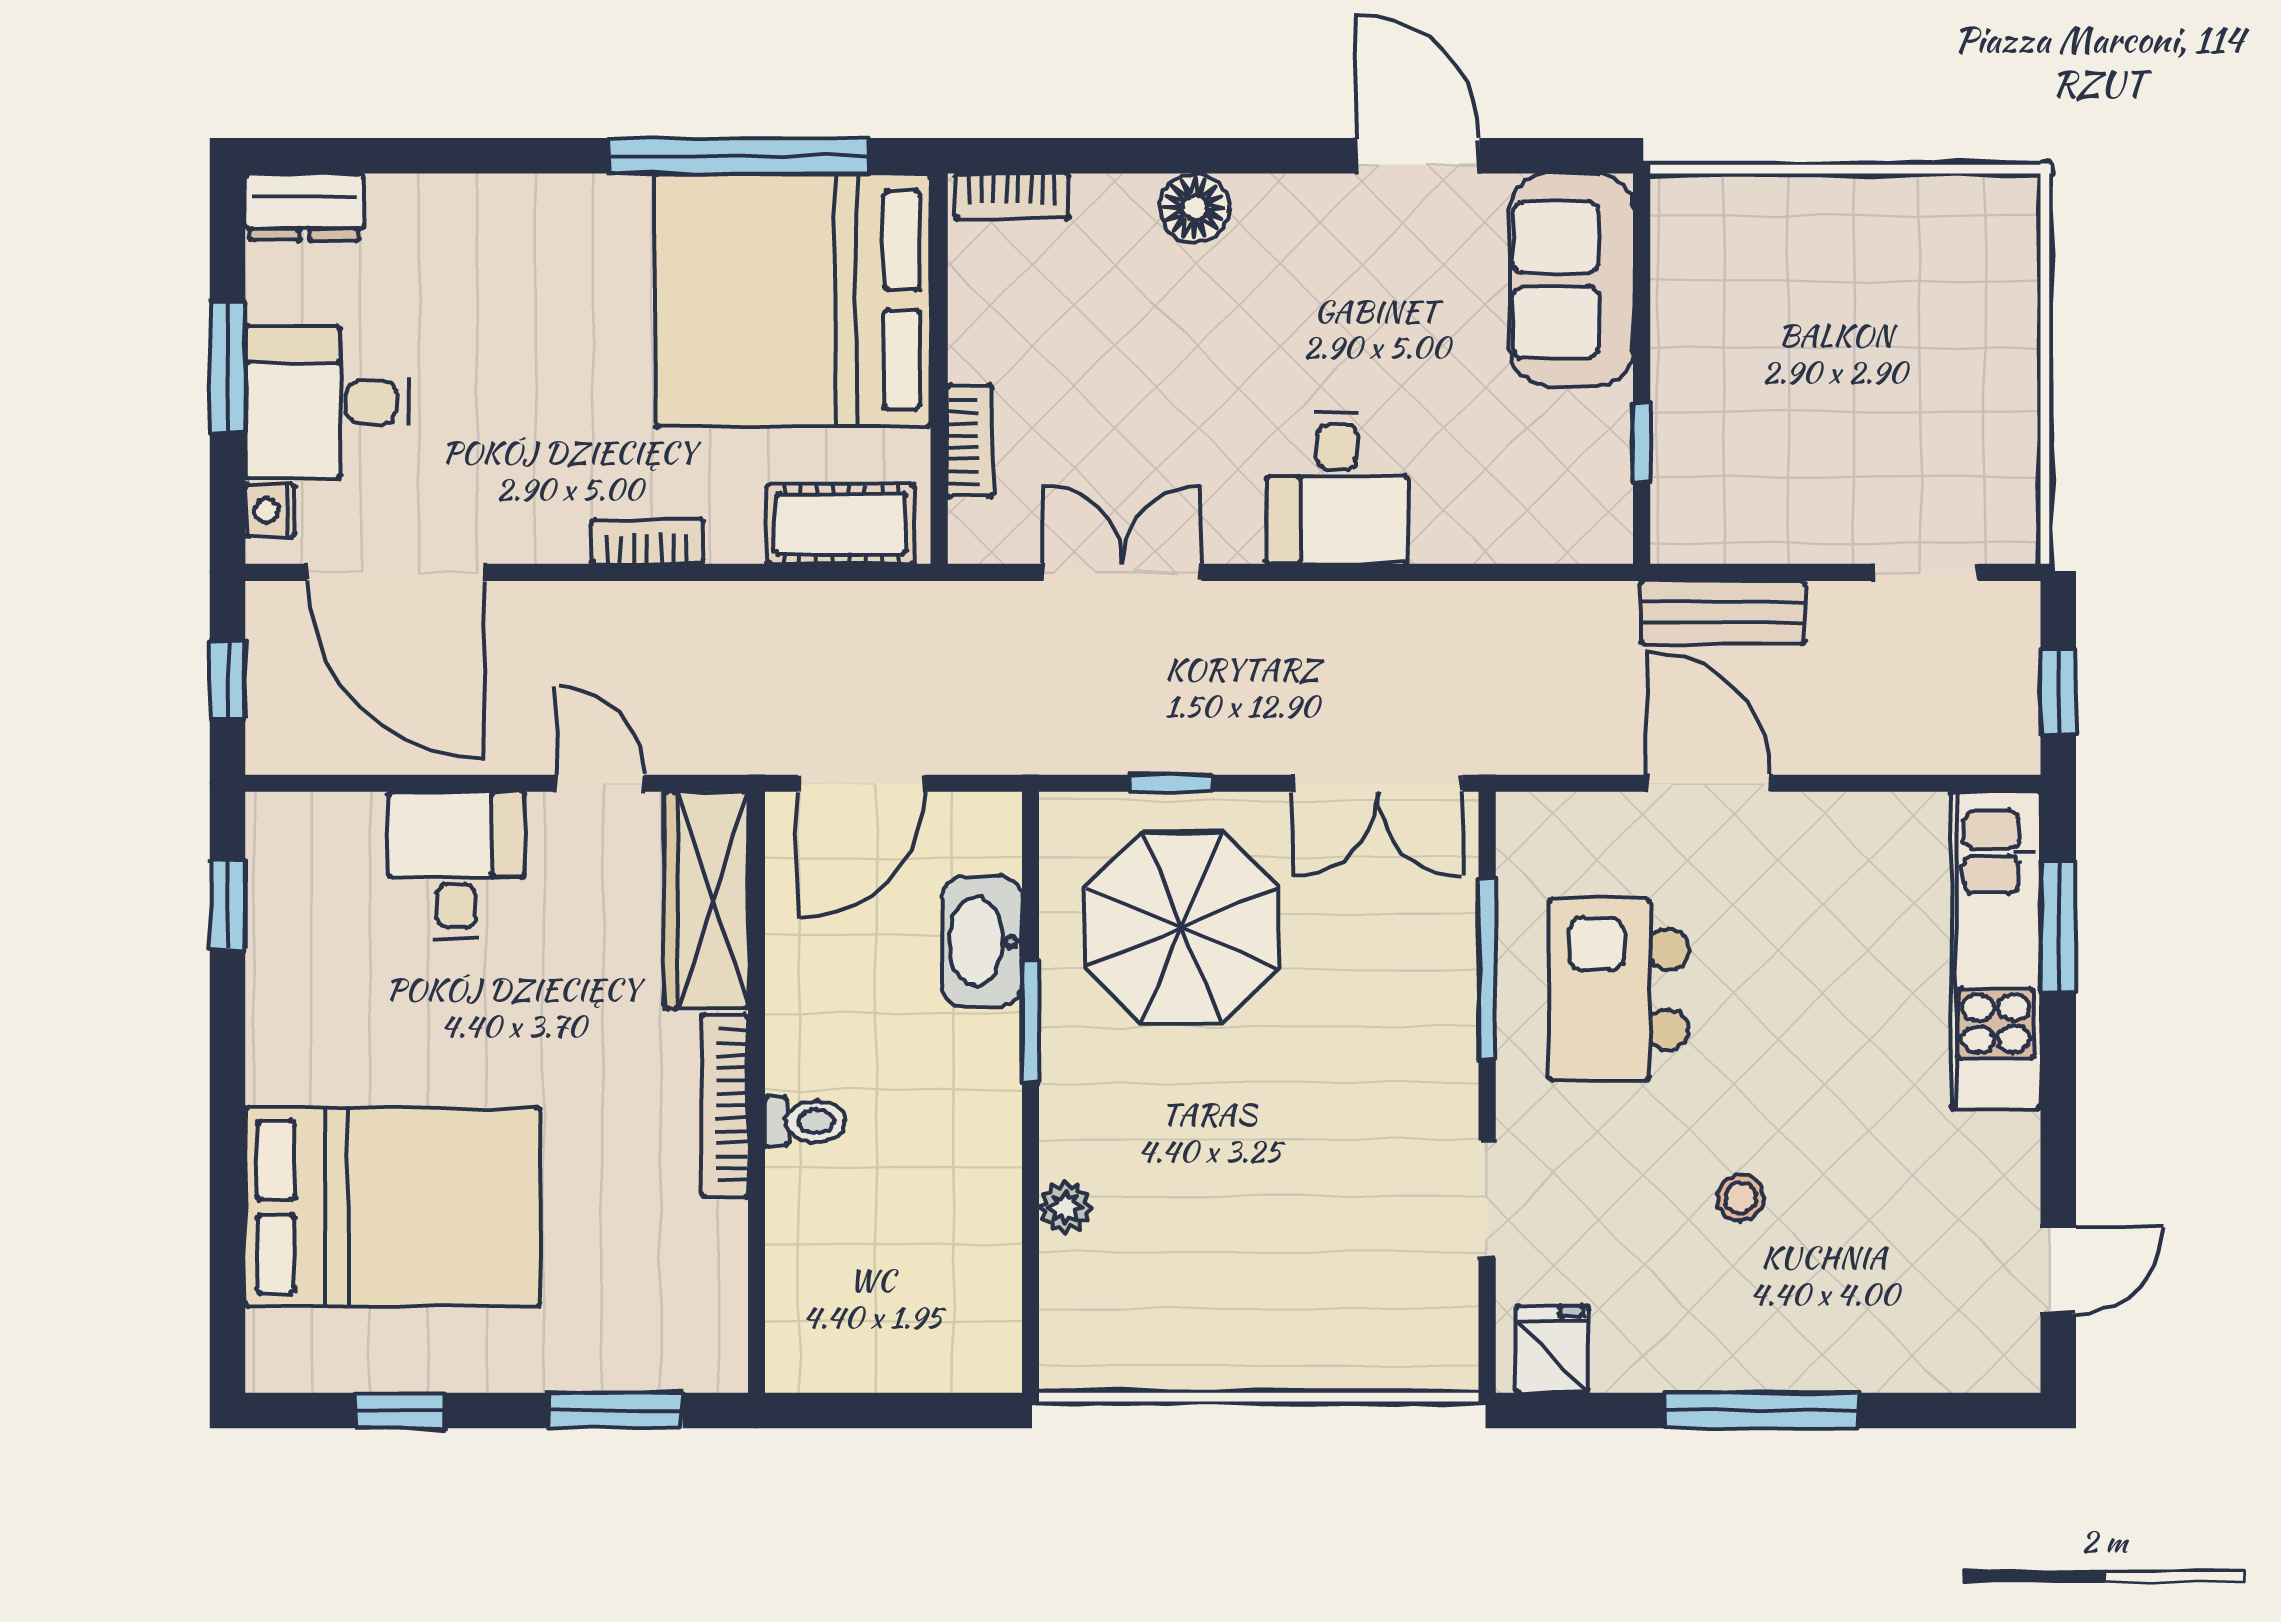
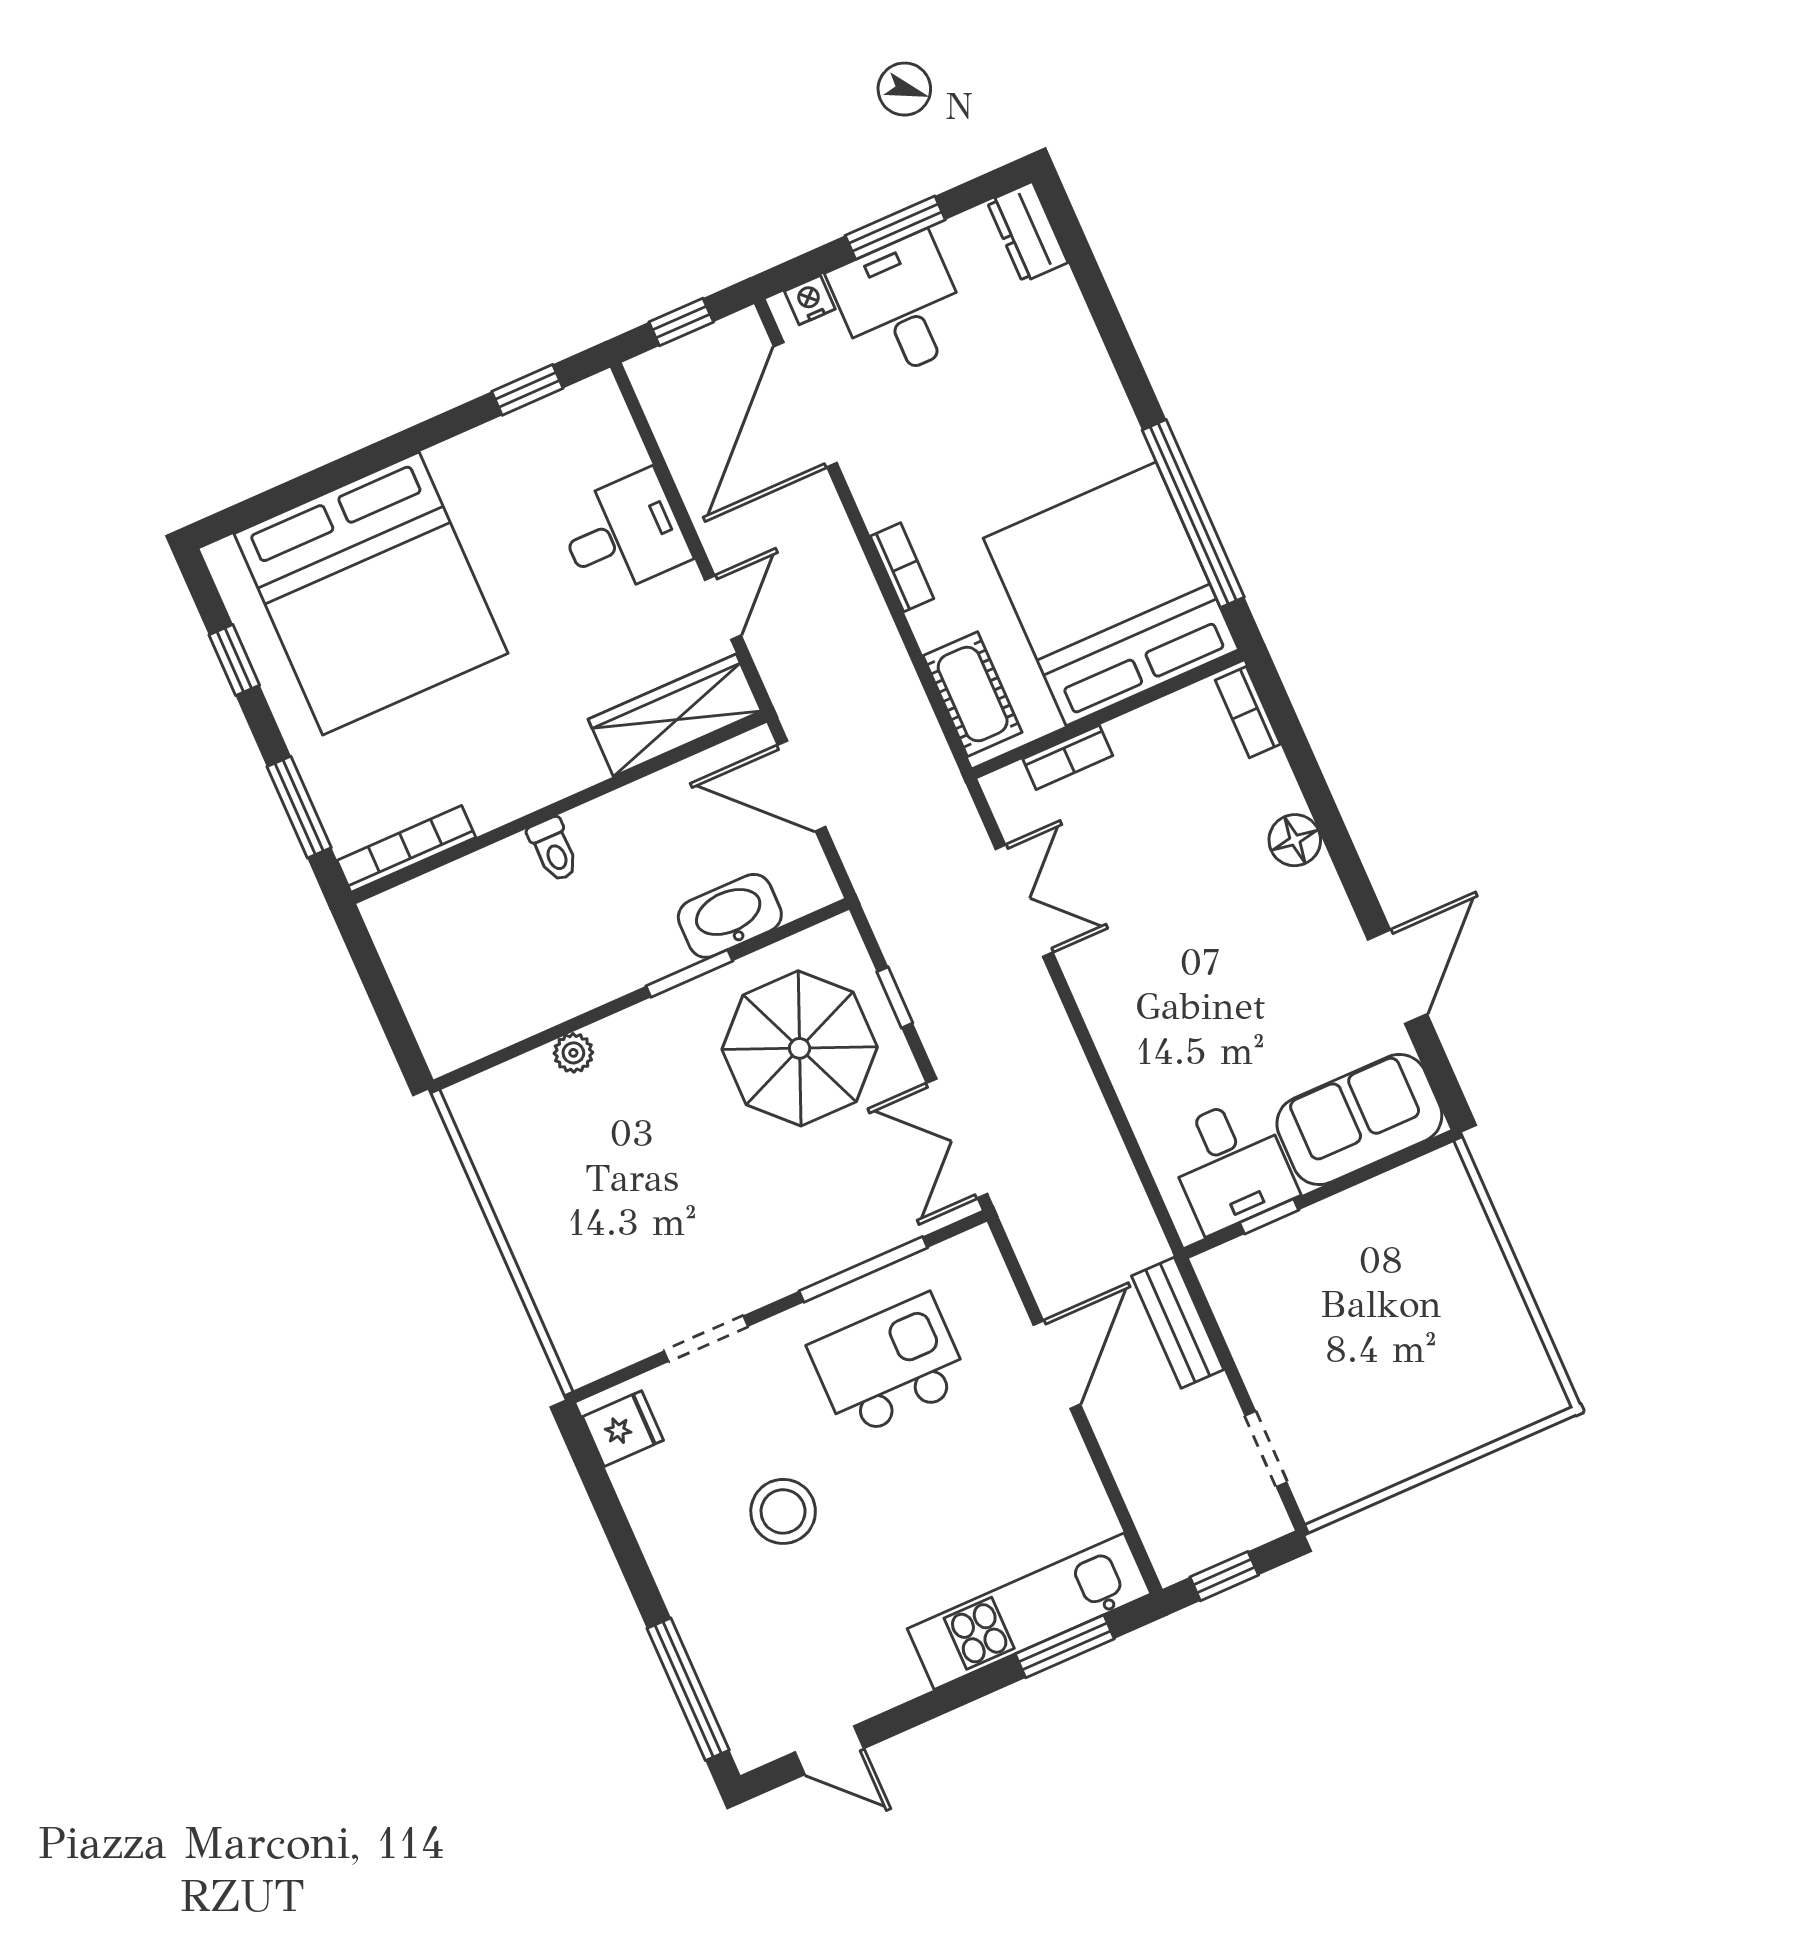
desk: (1337, 488) -> (1230, 1165), moved, turned -90
bookcase: (725, 1106) -> (406, 849), moved
stool: (1741, 1198) -> (783, 1511), width x1.89, depth x1.89
bed: (392, 1207) -> (371, 593), width x1.36
window: (1761, 1411) -> (688, 1689), moved

